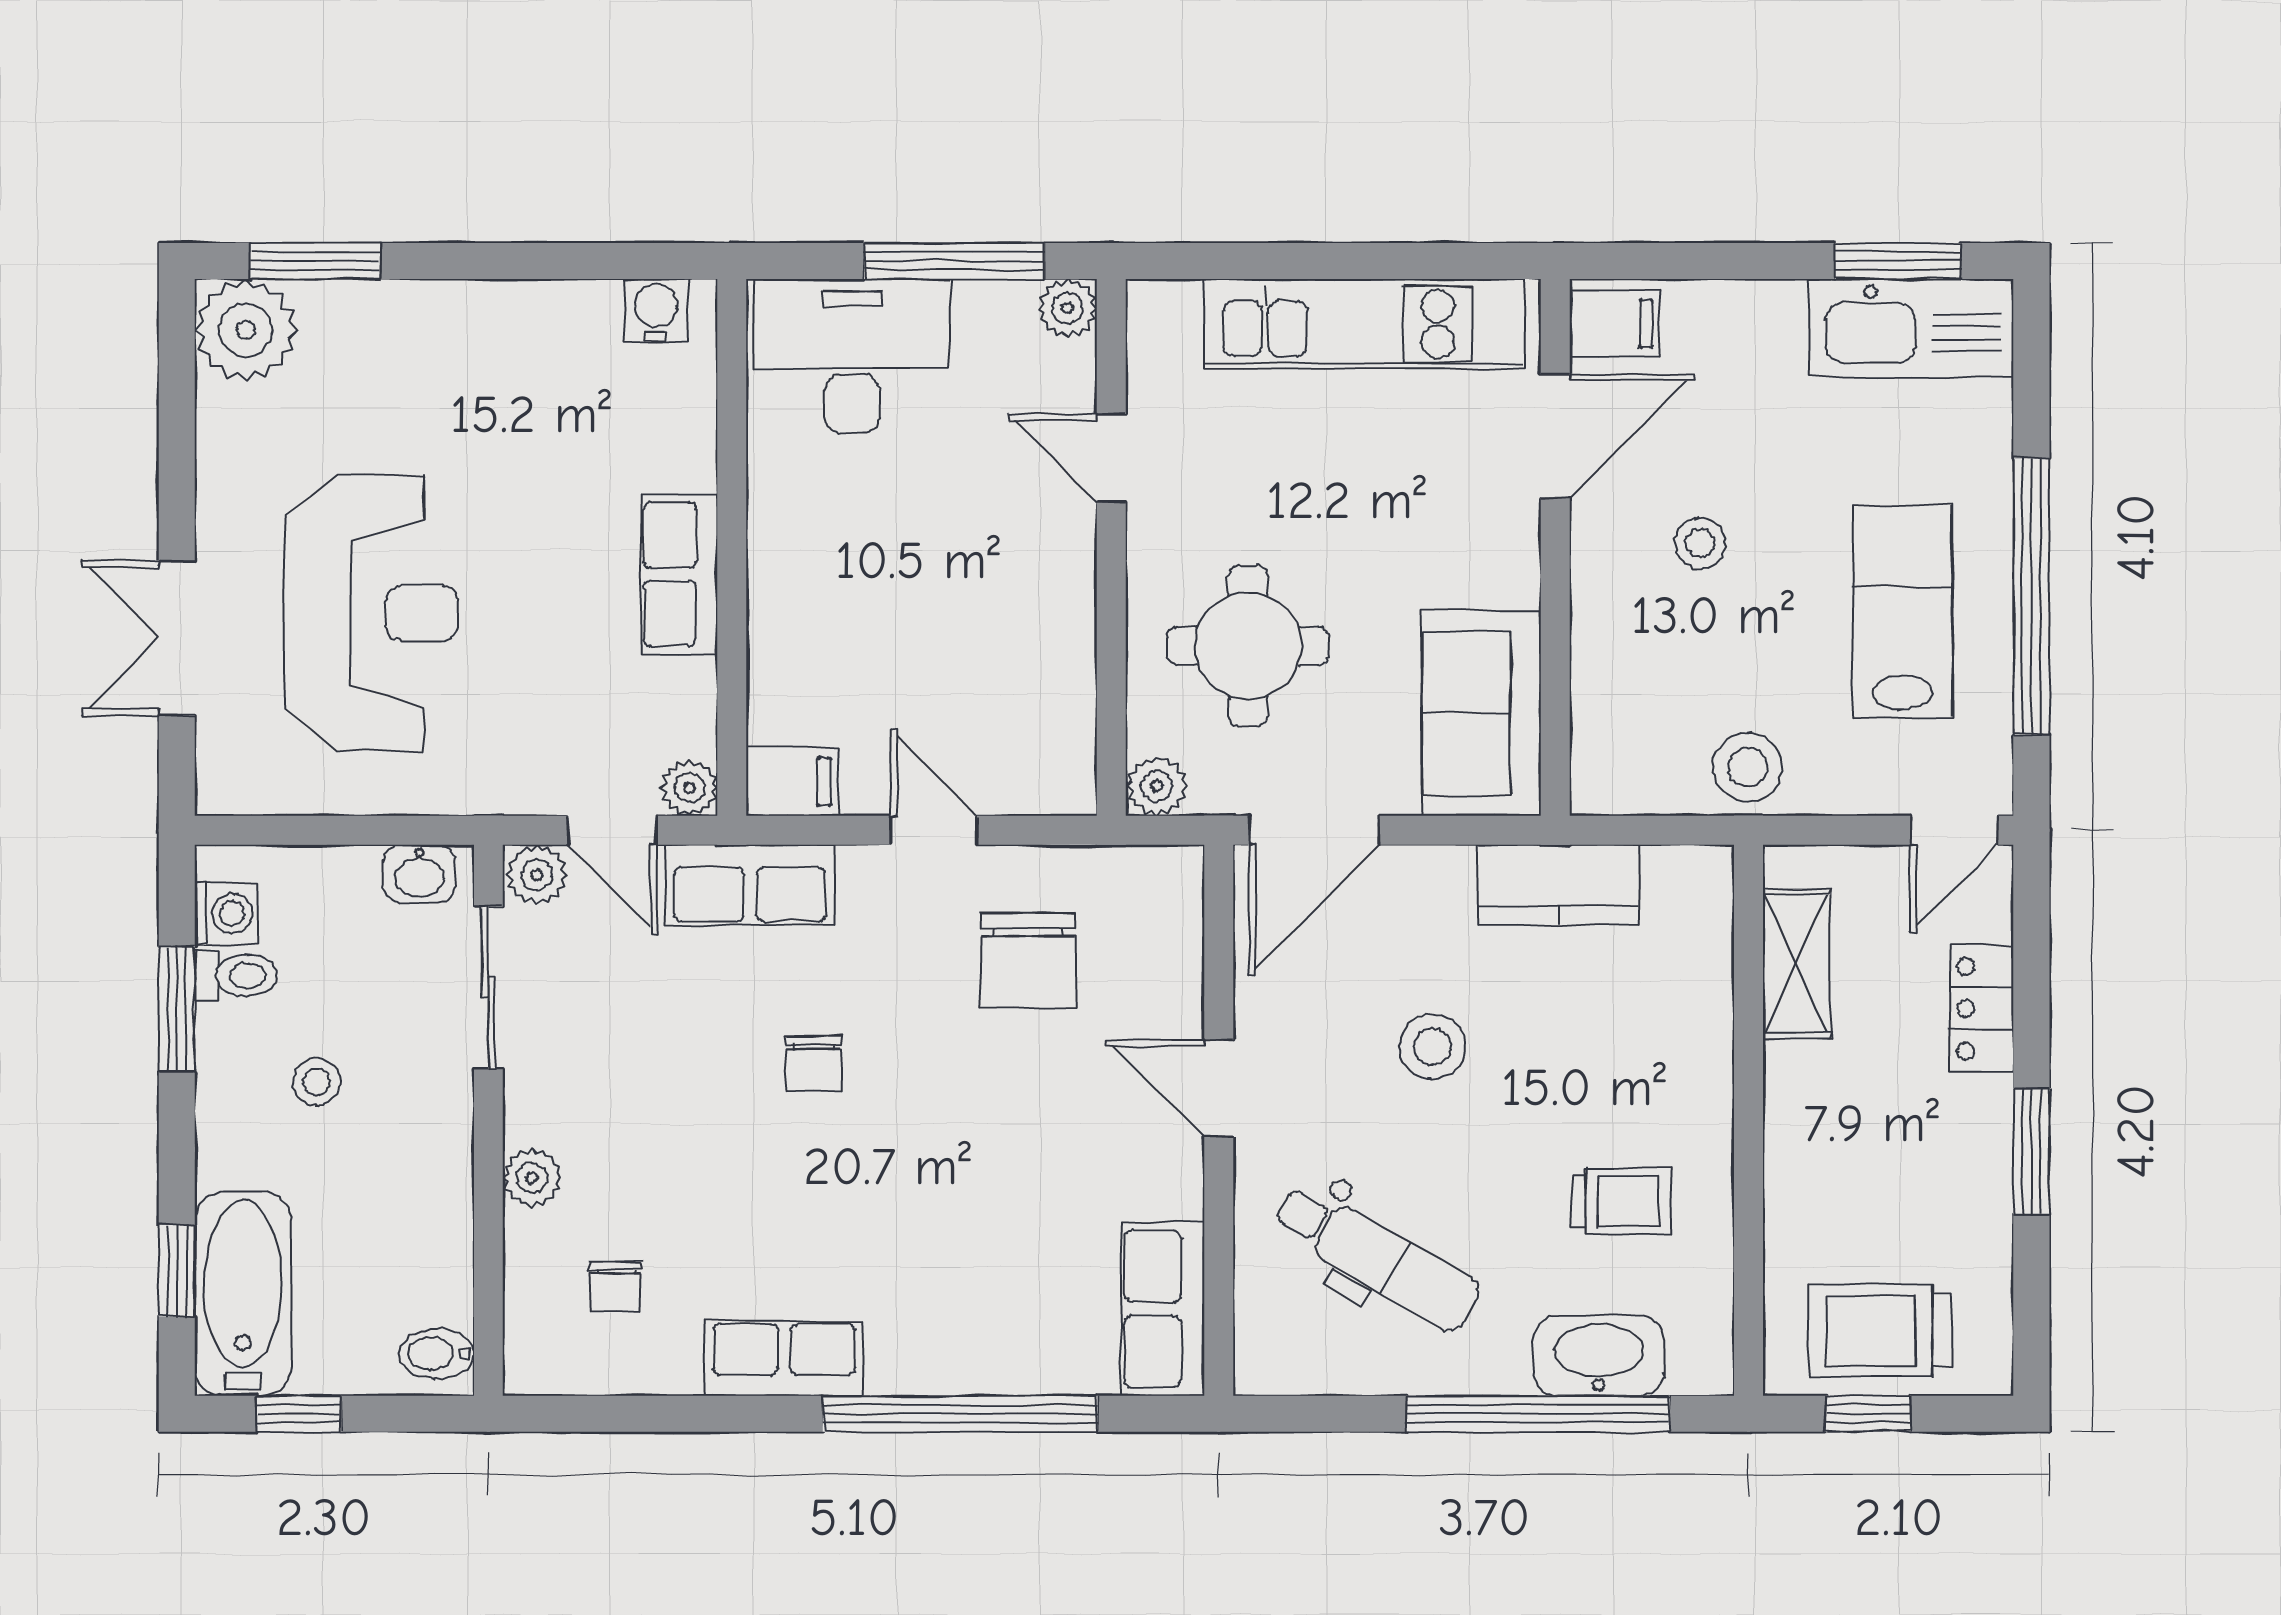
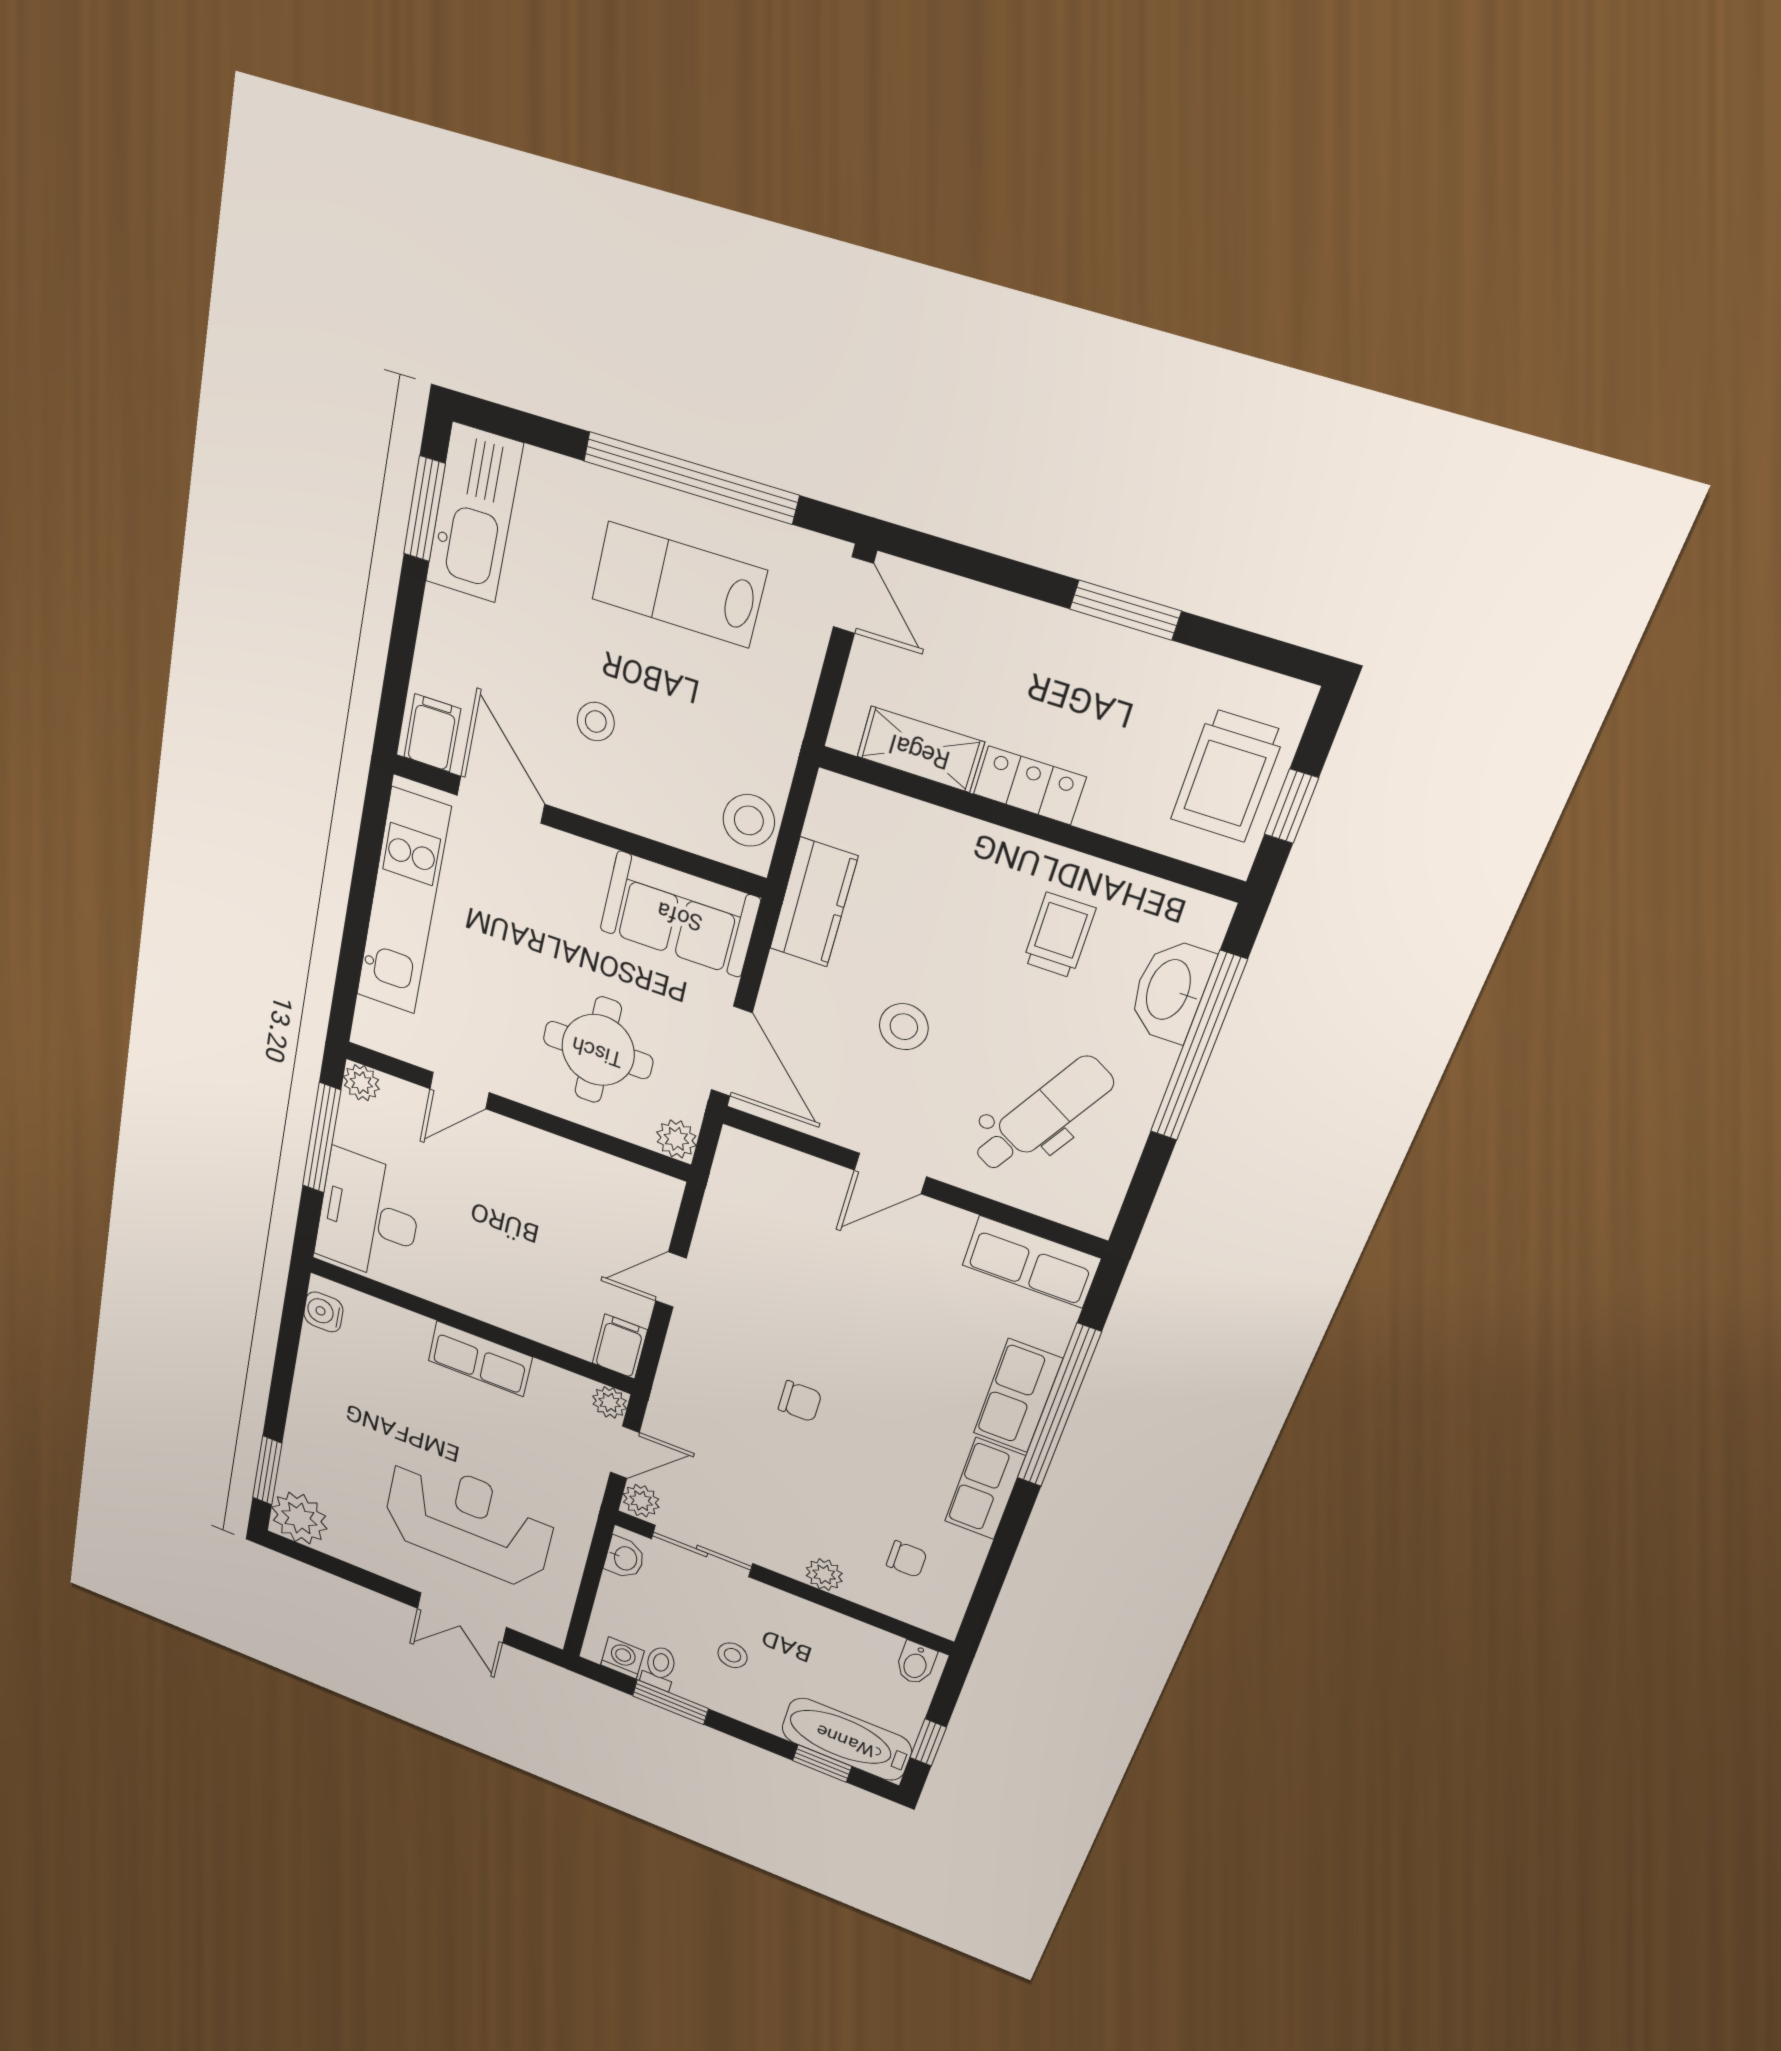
stool: (1748, 767) -> (749, 820), moved
row of seats: (750, 885) -> (1018, 1396), moved, turned 180
chair: (1028, 960) -> (770, 1256), removed
locker: (1981, 1009) -> (1030, 785), moved, turned 180

